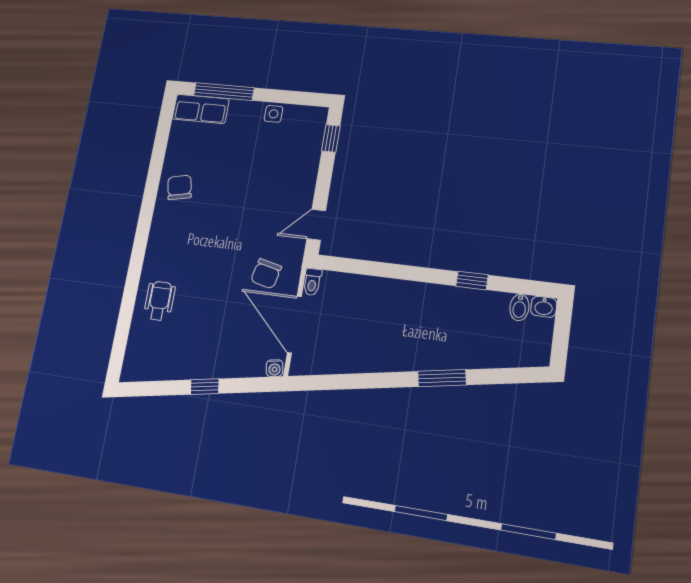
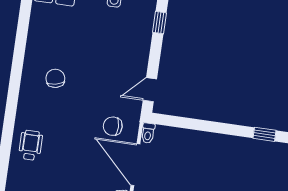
chair: (180, 187) -> (55, 78), moved
chair: (266, 274) -> (113, 126), turned 77

